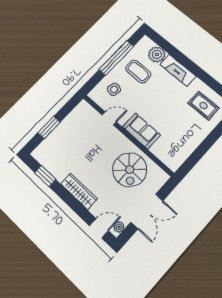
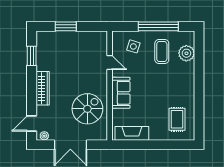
fireplace: (178, 70) -> (132, 133), moved, turned 90
spiral stairs: (130, 170) -> (87, 109), turned 180
door: (99, 228) -> (32, 124), swing flipped

